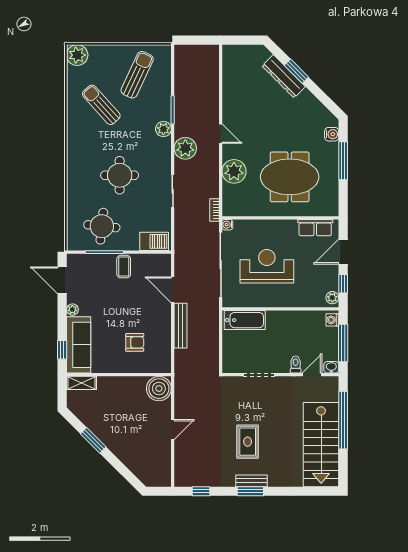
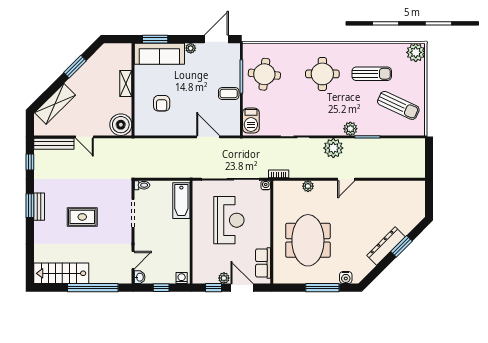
dresser: (284, 76) -> (386, 246), moved
sun lounger: (101, 105) -> (372, 74), turned 42
plant: (234, 171) -> (308, 186), width x0.53, depth x0.53
round table: (120, 175) -> (322, 74), moved
door: (173, 290) -> (208, 137), hinge flipped
plant: (332, 298) -> (224, 278), moved
bench: (181, 326) -> (54, 144), moved
window: (343, 343) -> (161, 288), width x0.46
window: (62, 350) -> (155, 39), width x1.50
toilet: (296, 365) -> (142, 185), moved
door: (312, 375) -> (133, 260), hinge flipped
shelving: (82, 383) -> (126, 83), moved
rug: (248, 442) -> (82, 217), moved
stairs: (321, 445) -> (61, 273), width x0.73, depth x0.66
shelving: (135, 463) -> (55, 104), added

